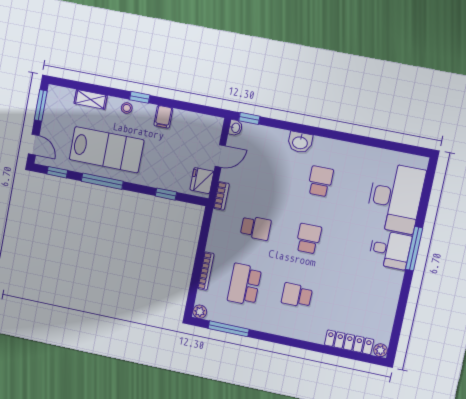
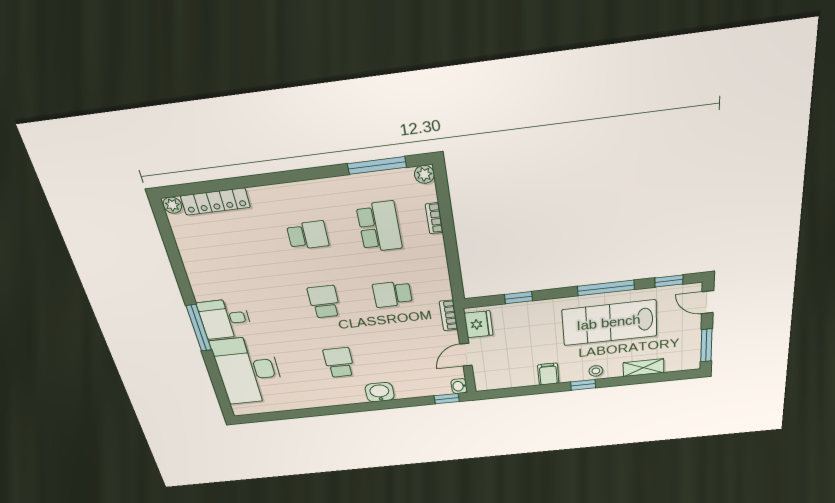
school desk: (320, 181) -> (339, 363), turned 180
school desk: (308, 239) -> (324, 302), turned 180
bookcase: (206, 271) -> (434, 218), width x0.64

